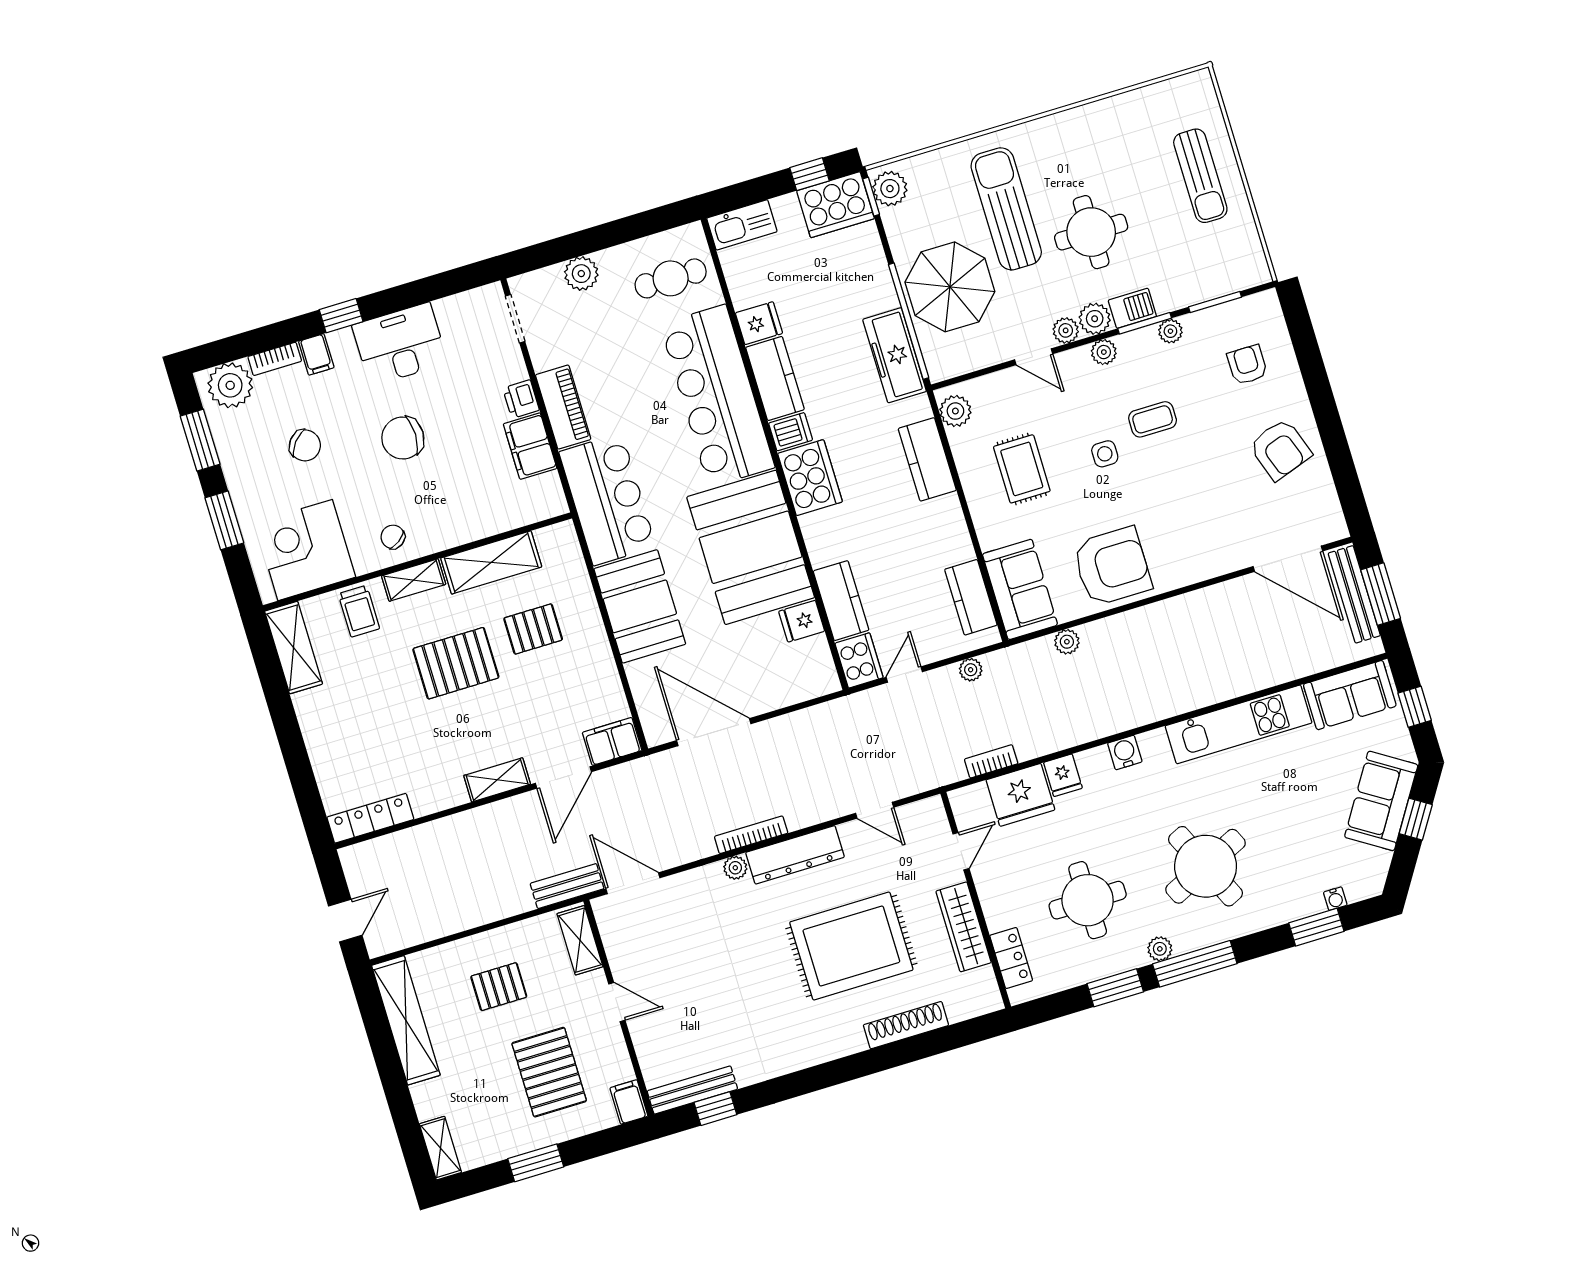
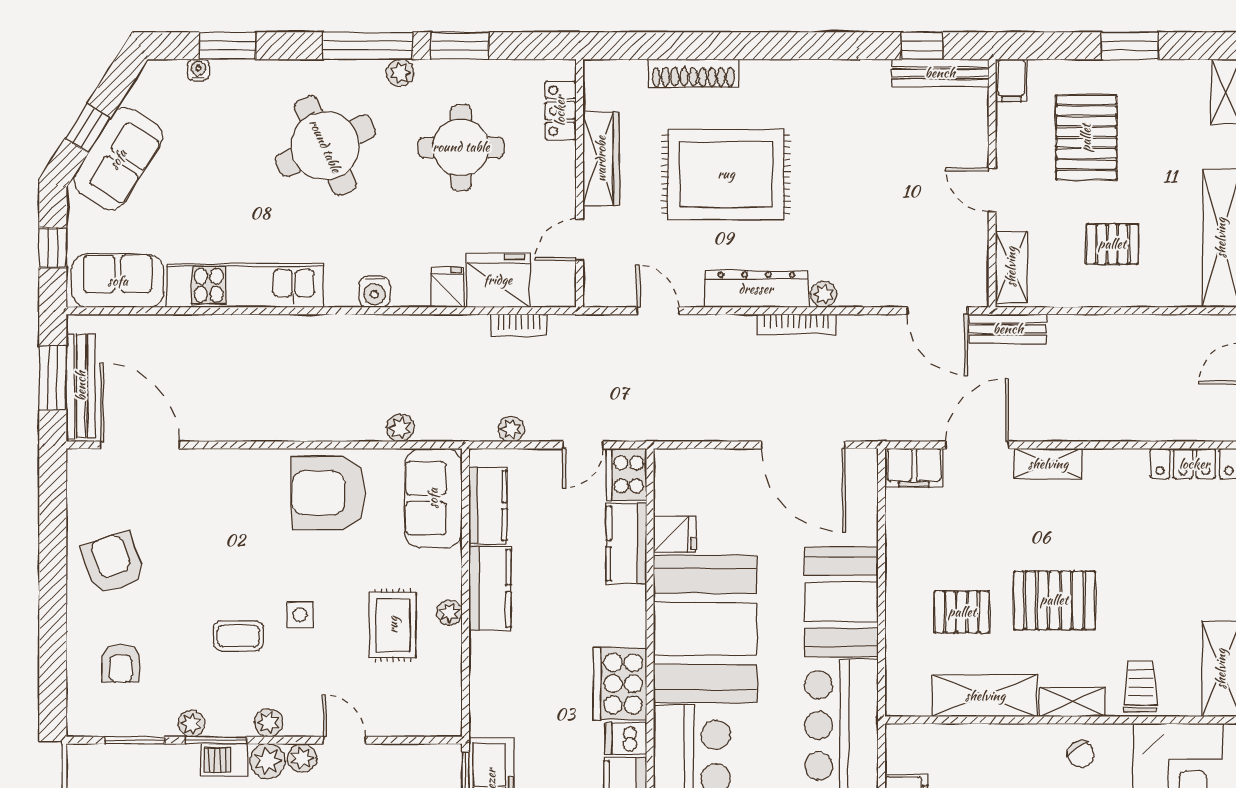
plant: (955, 411) -> (449, 613), moved, width x0.73, depth x0.73
kitchen counter: (927, 459) -> (490, 589), moved

